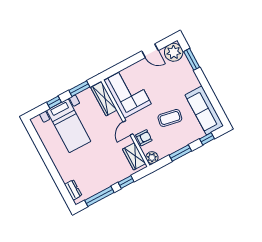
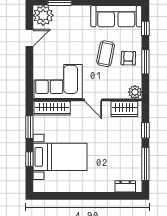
armchair: (144, 138) -> (128, 58), moved

